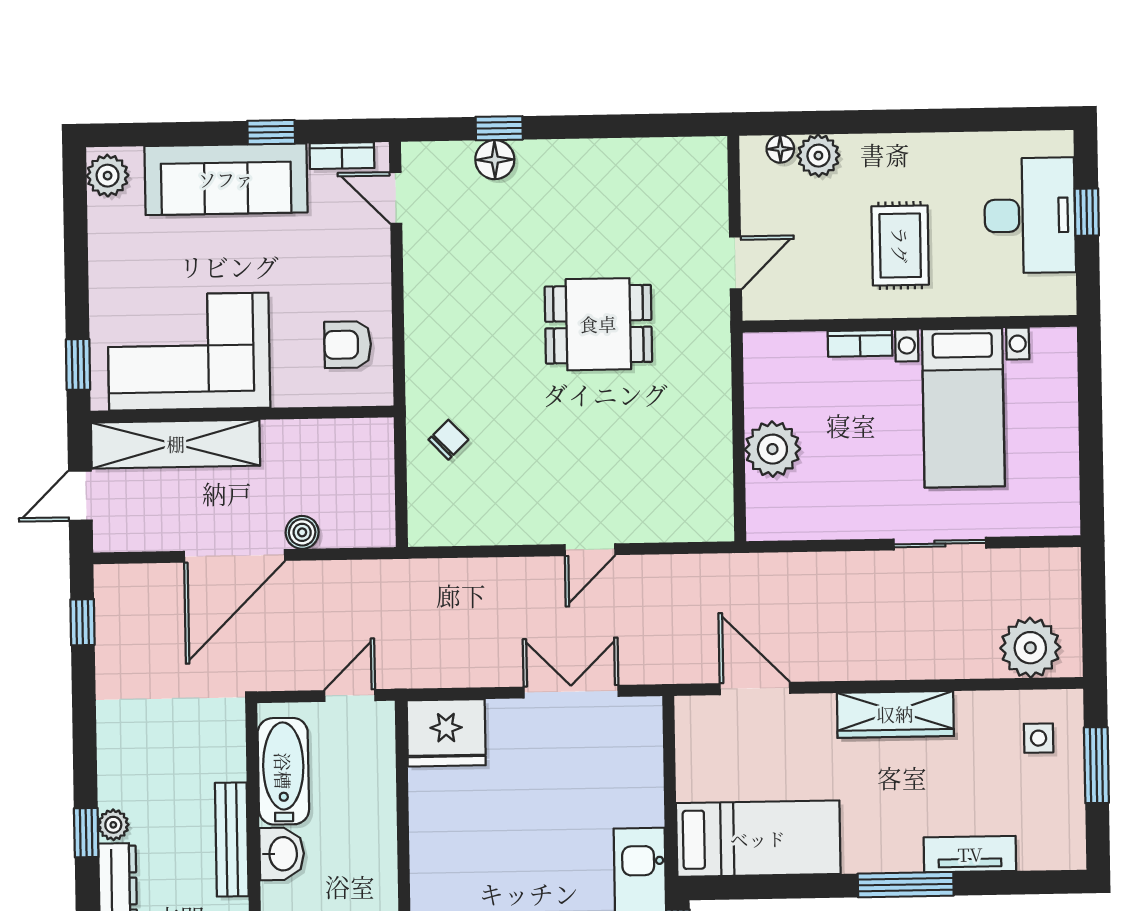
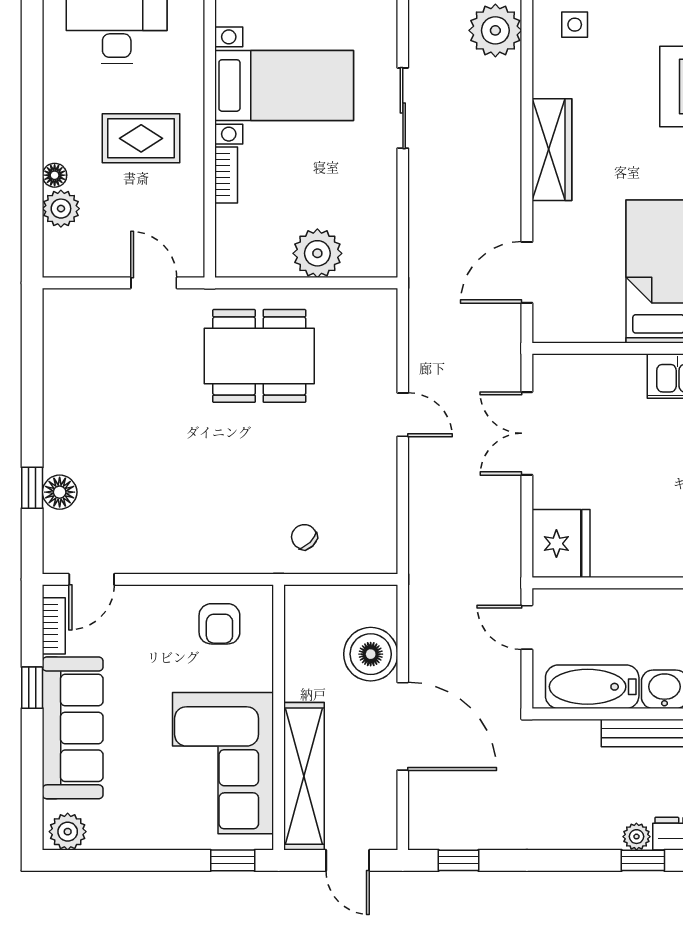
floor lamp: (780, 149) -> (55, 175), moved
dining table: (598, 324) -> (259, 356), moved, width x1.38
boiler: (302, 532) -> (371, 654), width x1.86, depth x1.86

